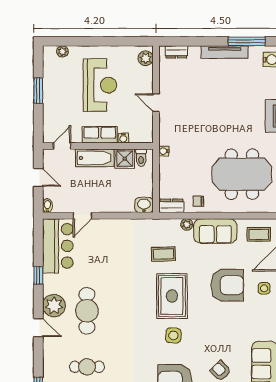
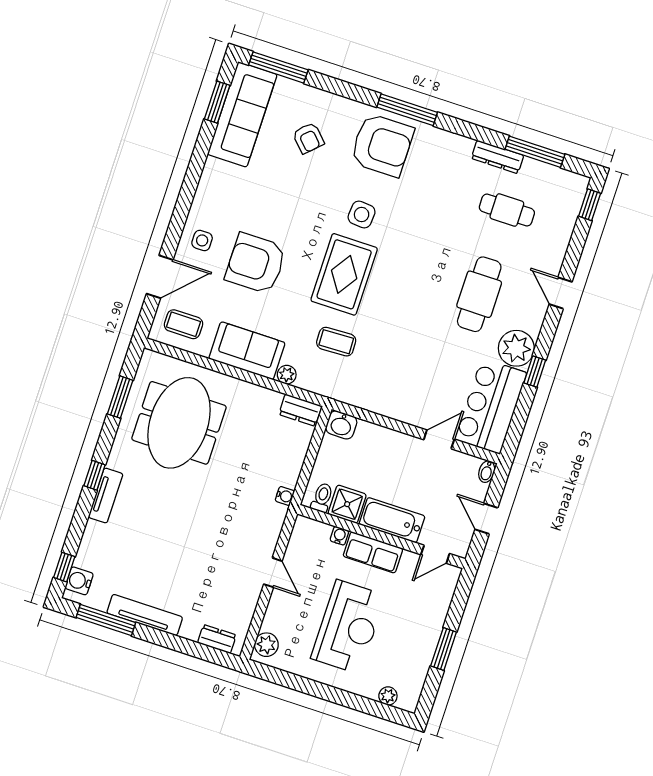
reception desk: (100, 85) -> (348, 627), turned 180
meeting table: (242, 174) -> (179, 423), turned 90
chair: (198, 201) -> (258, 404), removed
plant: (54, 306) -> (516, 348), moved

